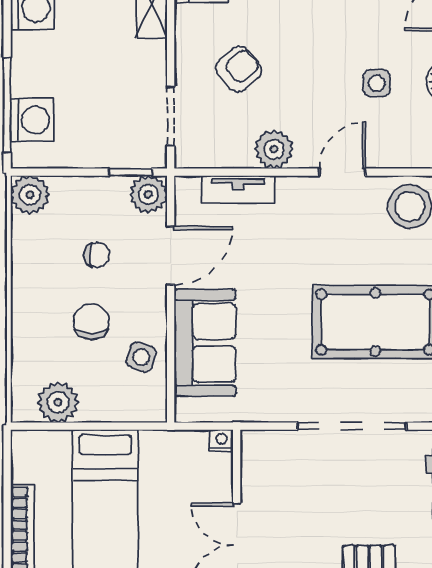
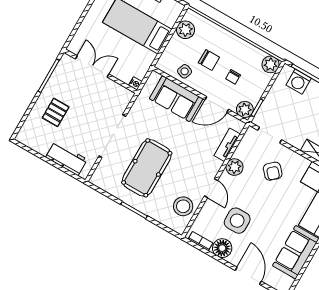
side table: (377, 83) -> (237, 221), width x1.87, depth x1.87
door: (171, 256) -> (217, 105), hinge flipped

